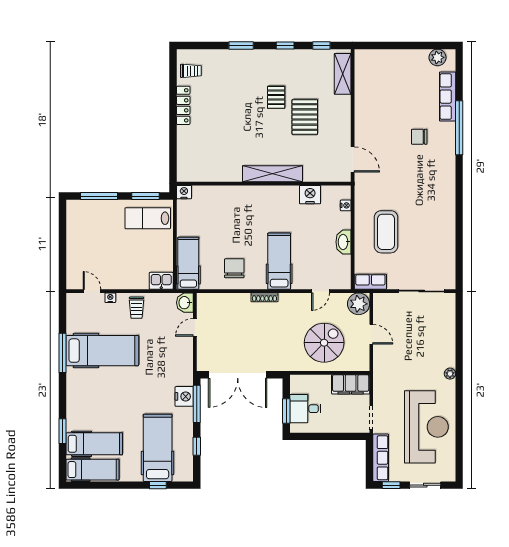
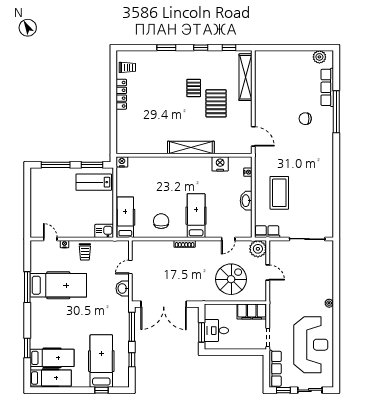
shelving: (343, 74) -> (246, 77), width x1.47
washbasin: (185, 303) -> (123, 288), moved
nightstand: (184, 396) -> (122, 321), removed

